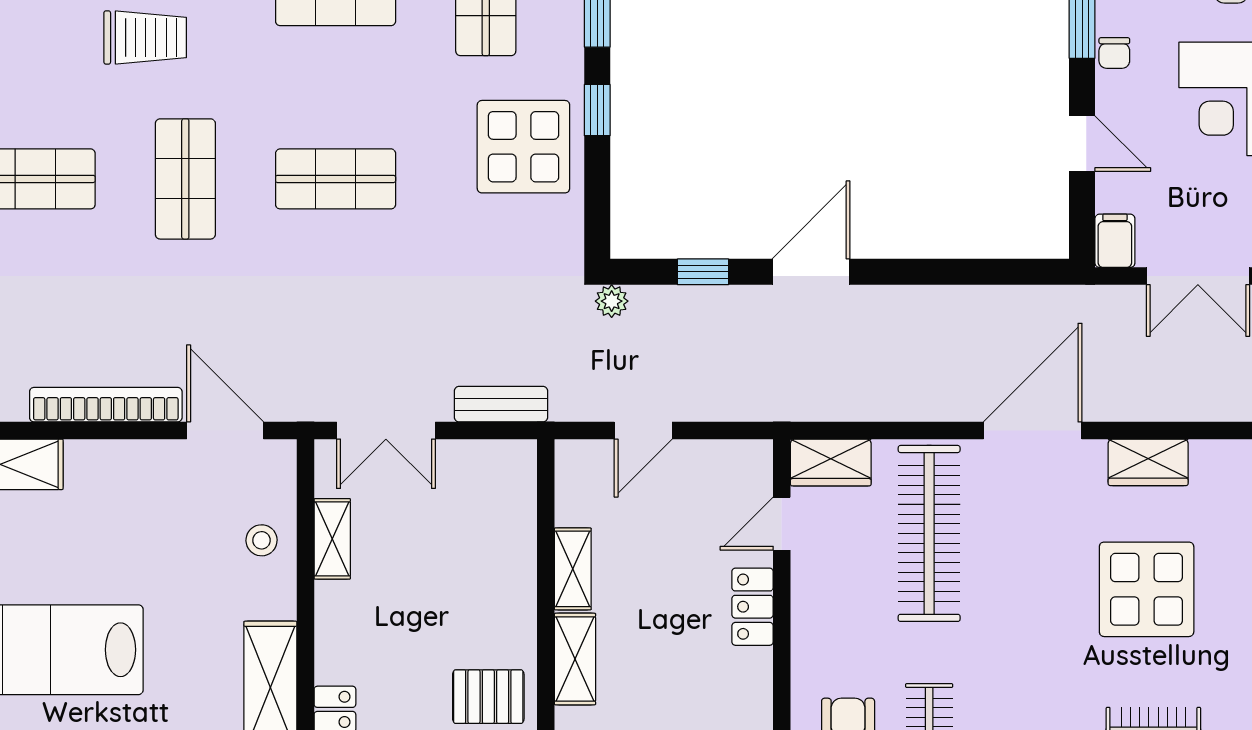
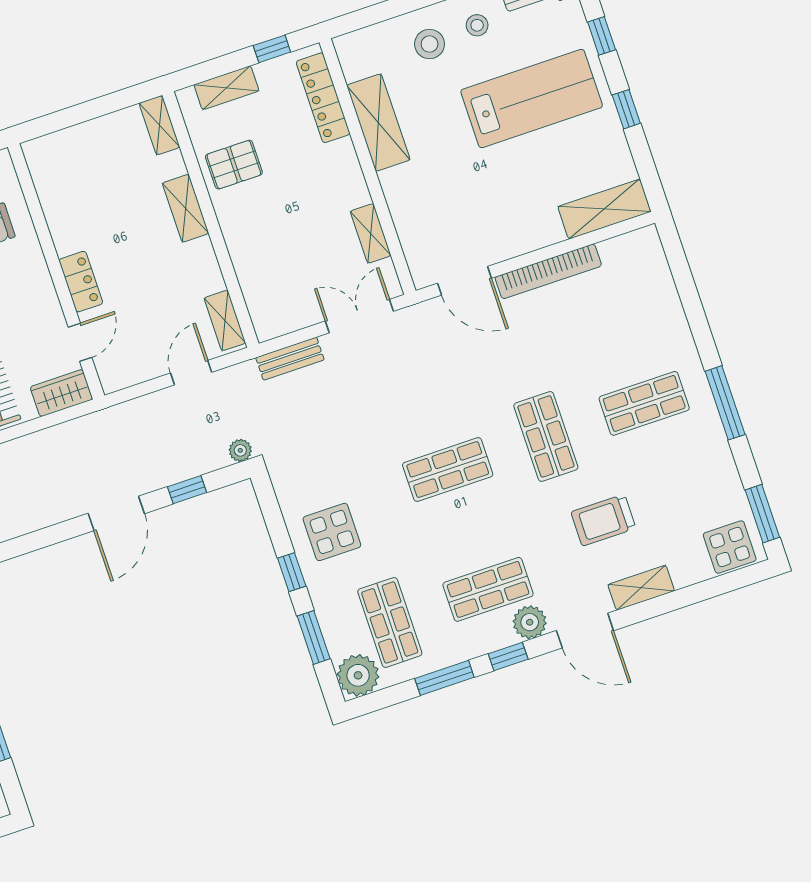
display table: (523, 147) -> (332, 532), width x0.73, depth x0.73
stool: (262, 540) -> (417, 217), removed
shelving: (573, 569) -> (225, 320), moved

